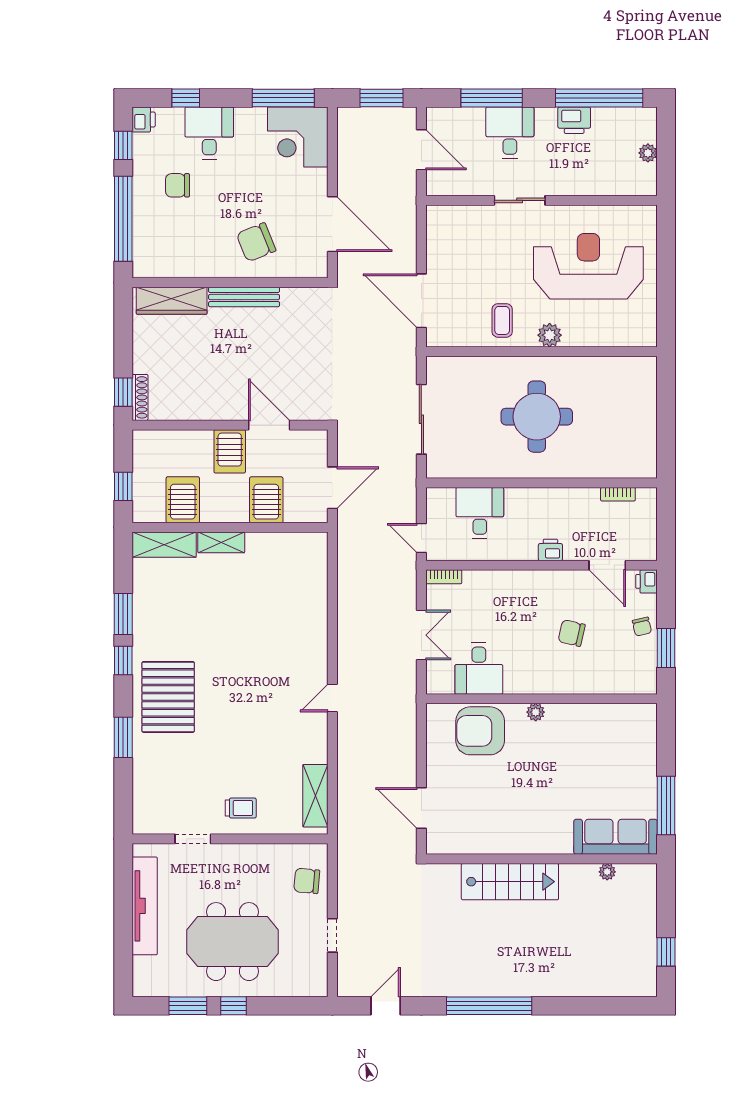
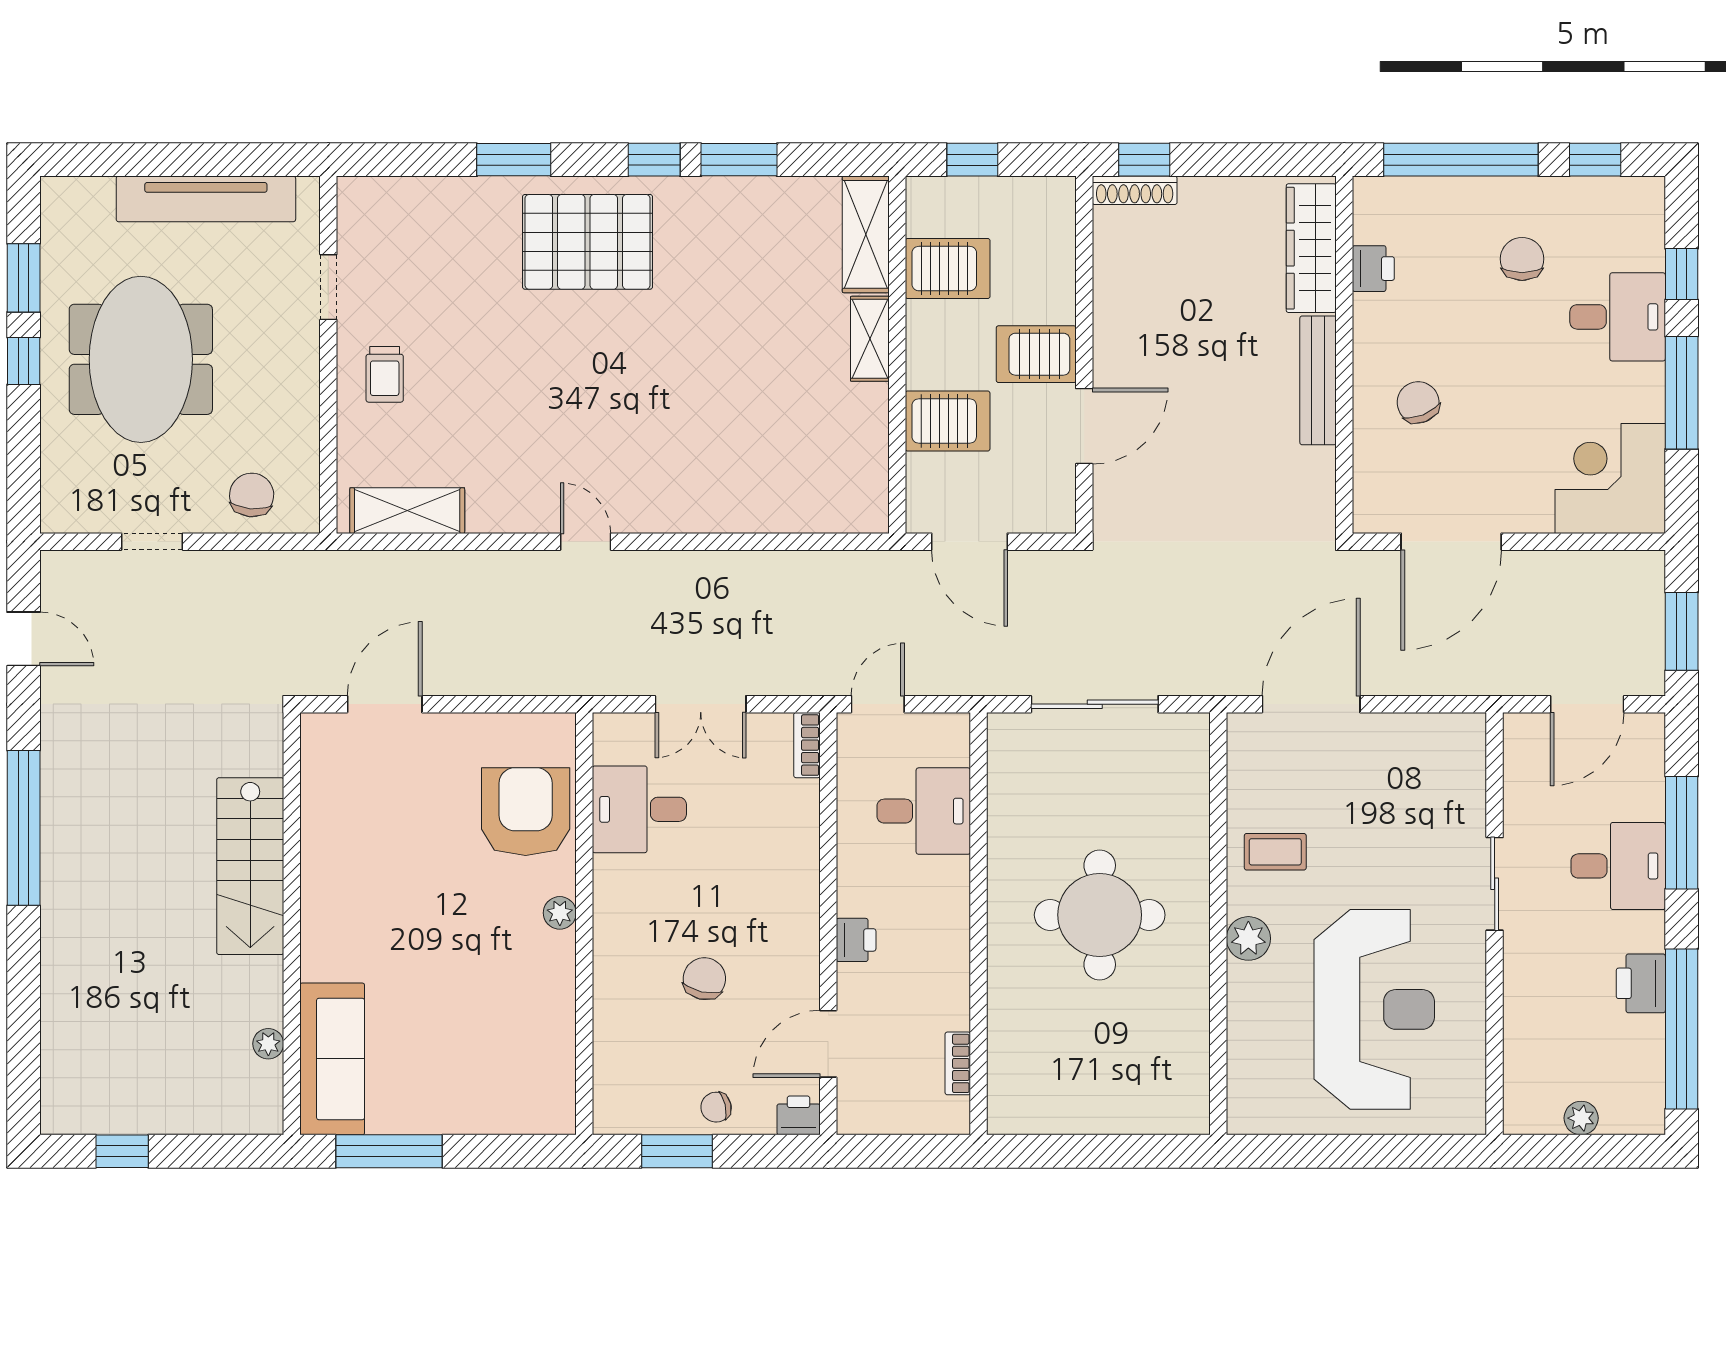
window: (283, 98) -> (1682, 393), moved
printer: (144, 120) -> (1373, 269), moved, turned -90
chair: (256, 242) -> (1418, 402), width x0.73, depth x0.73

